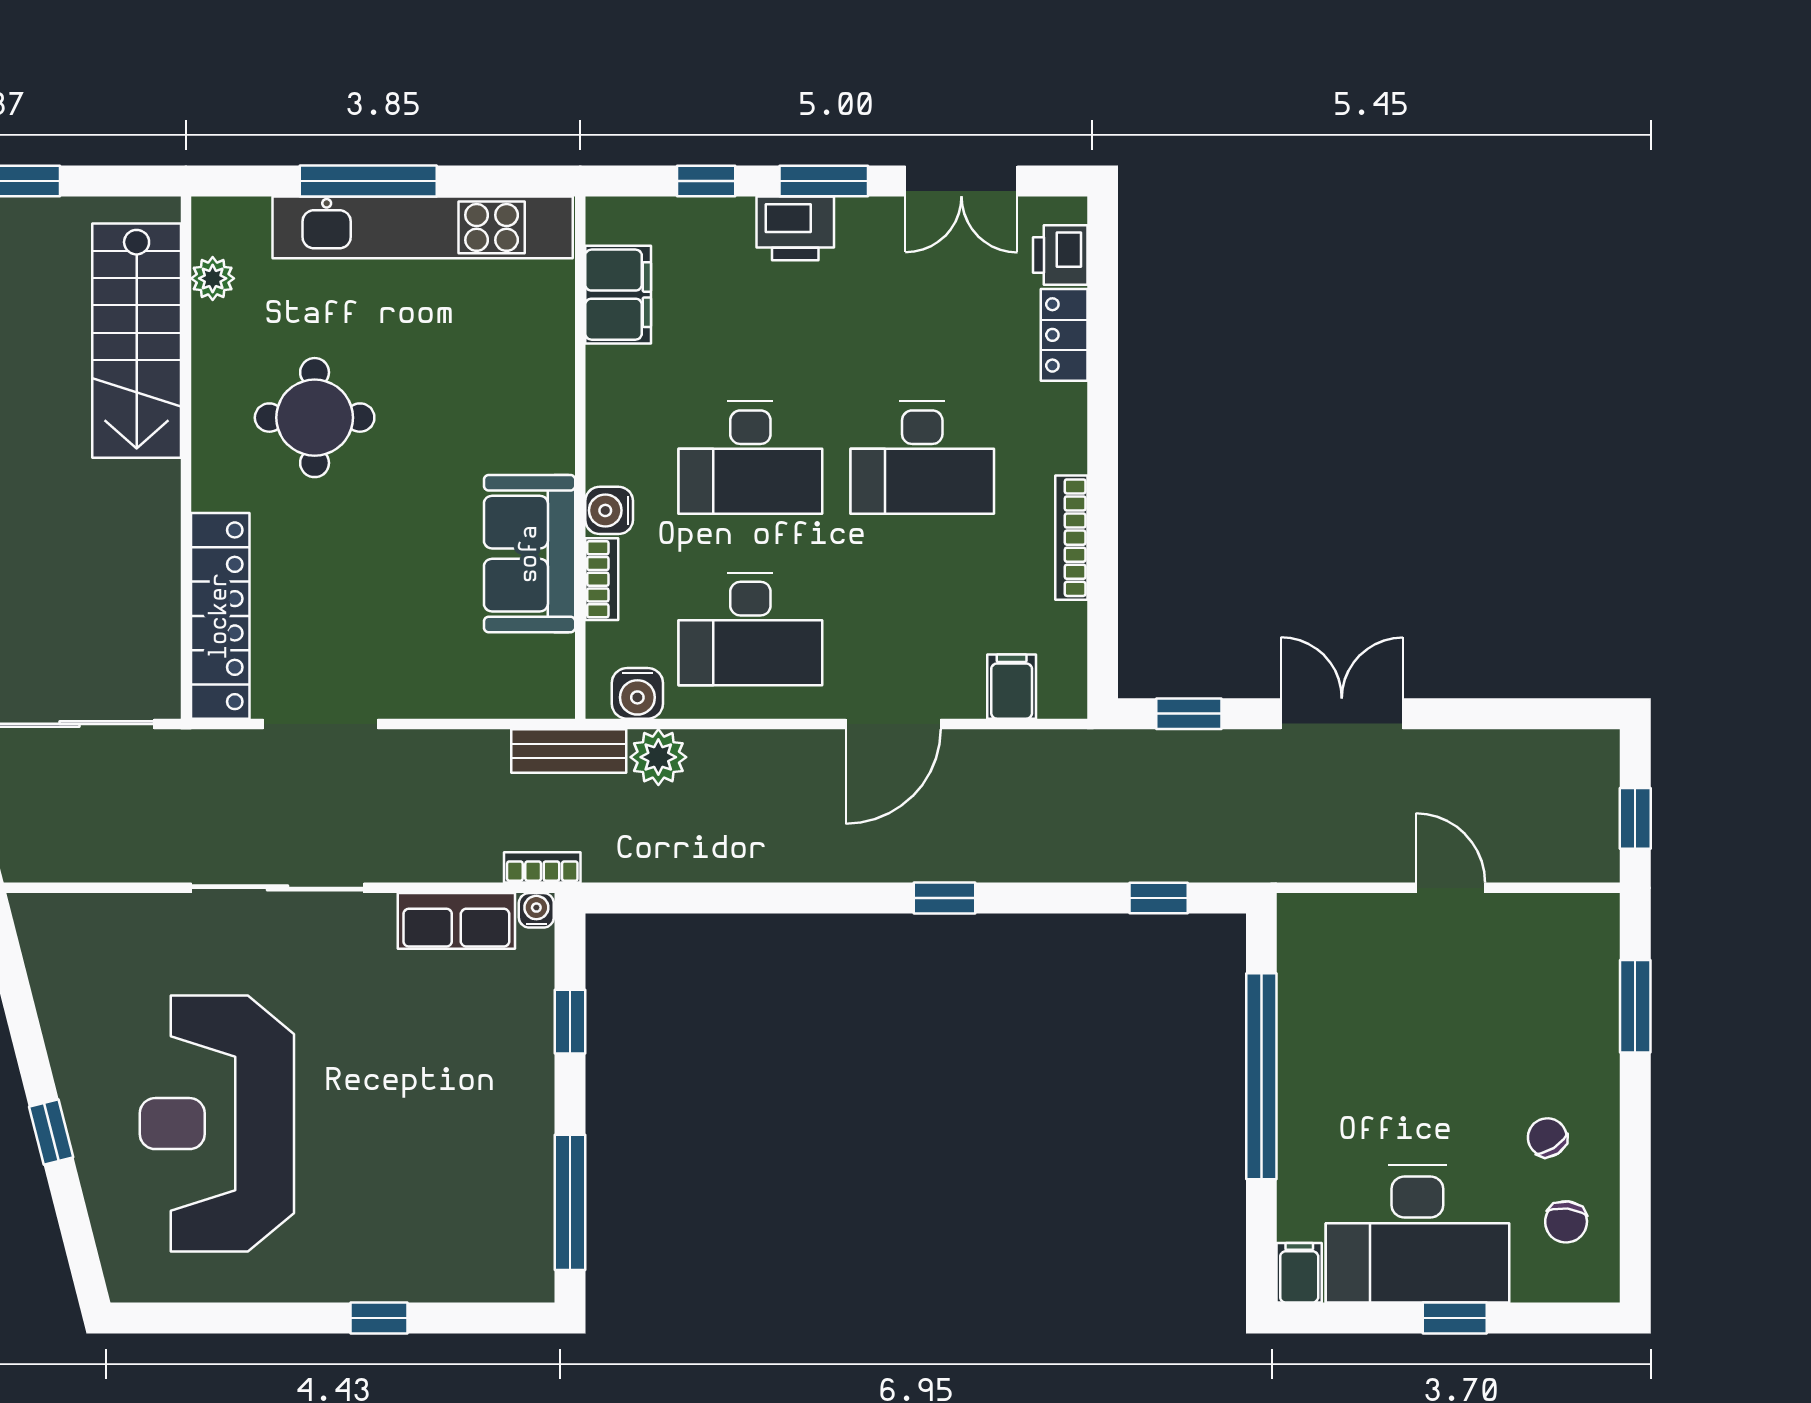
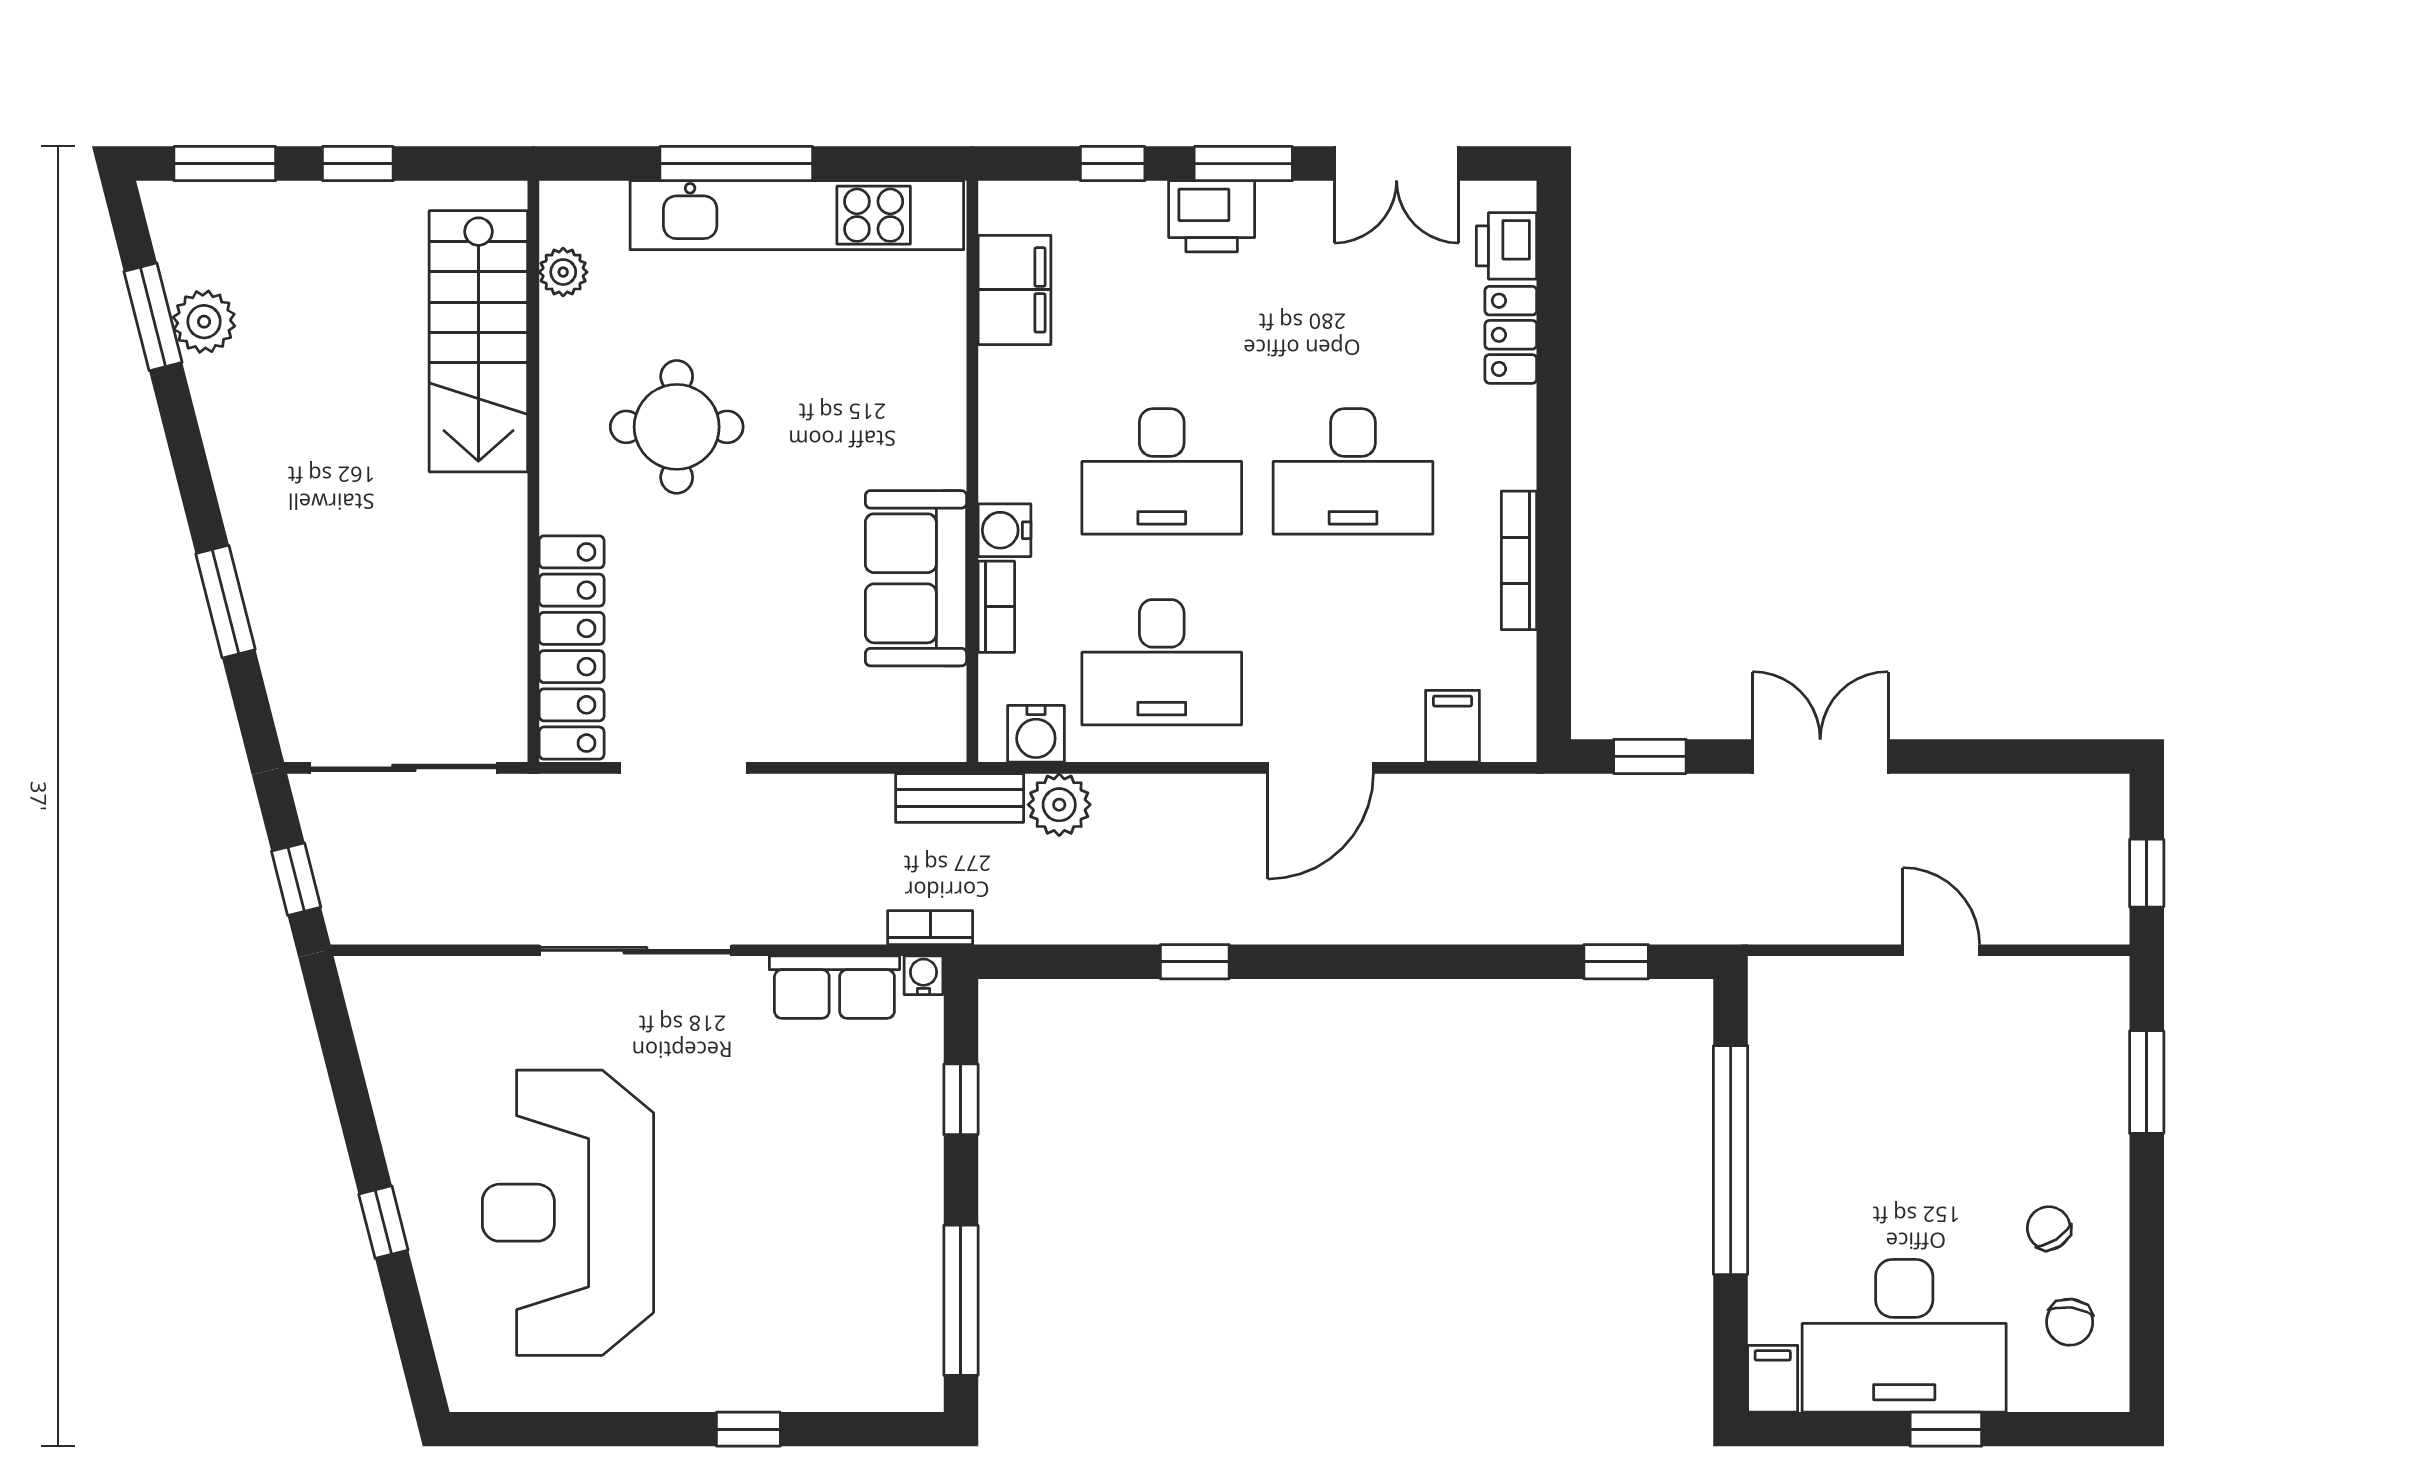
window: (944, 898) -> (1195, 962), moved

